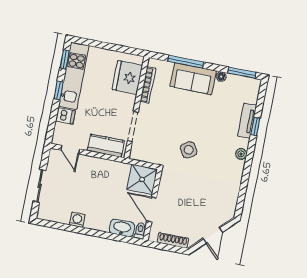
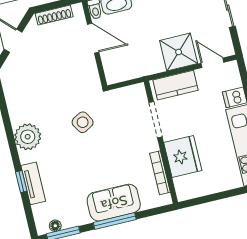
window: (186, 62) -> (115, 221), moved
fridge: (127, 77) -> (183, 156), moved
floor lamp: (221, 77) -> (55, 226), moved
plant: (241, 154) -> (28, 137), width x1.87, depth x1.87
shower: (142, 179) -> (179, 52), moved

